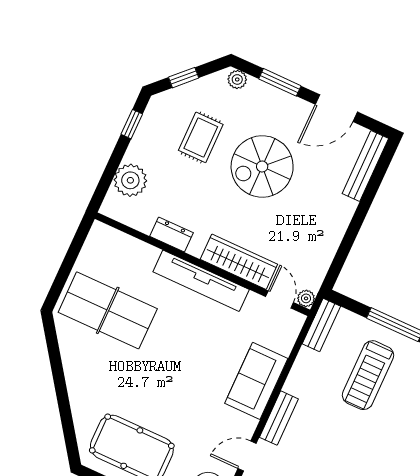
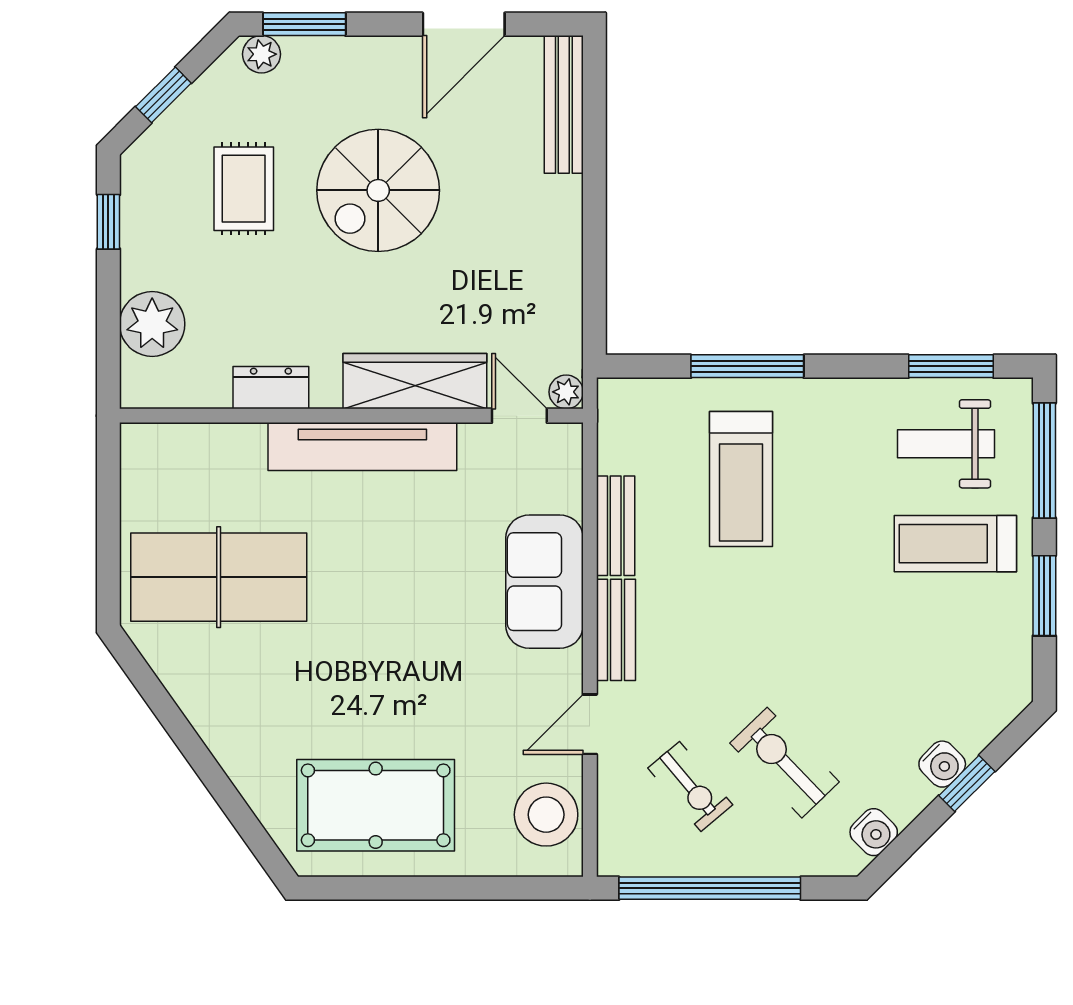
window: (280, 82) -> (304, 24), moved
bench: (321, 325) -> (616, 526), moved

